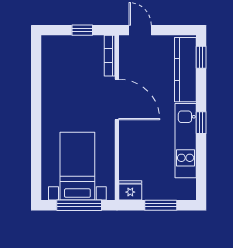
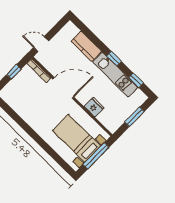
window: (201, 57) -> (136, 80), moved
kitchen counter: (185, 70) -> (86, 46), width x0.67
fridge: (130, 190) -> (94, 107), moved, turned 90

